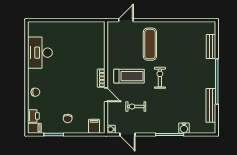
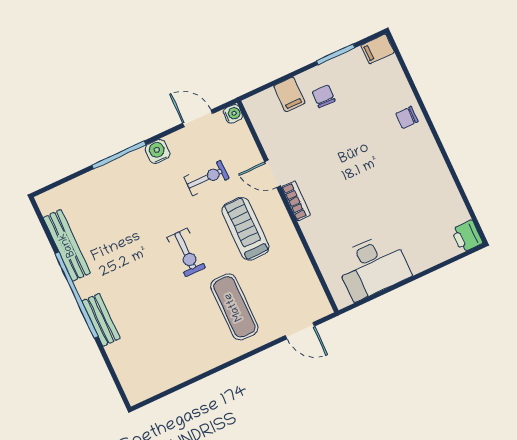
door: (126, 20) -> (300, 331), hinge flipped
bench: (211, 47) -> (101, 320), moved
desk: (40, 53) -> (373, 266), moved, turned 90
treadmill: (129, 76) -> (246, 229), turned 90
printer: (33, 116) -> (467, 236), moved
filing cabinet: (94, 126) -> (289, 94), moved
water cooler: (184, 128) -> (157, 151), moved

